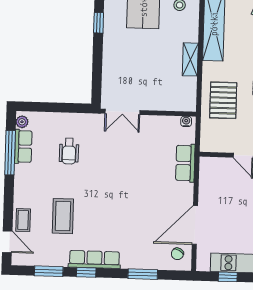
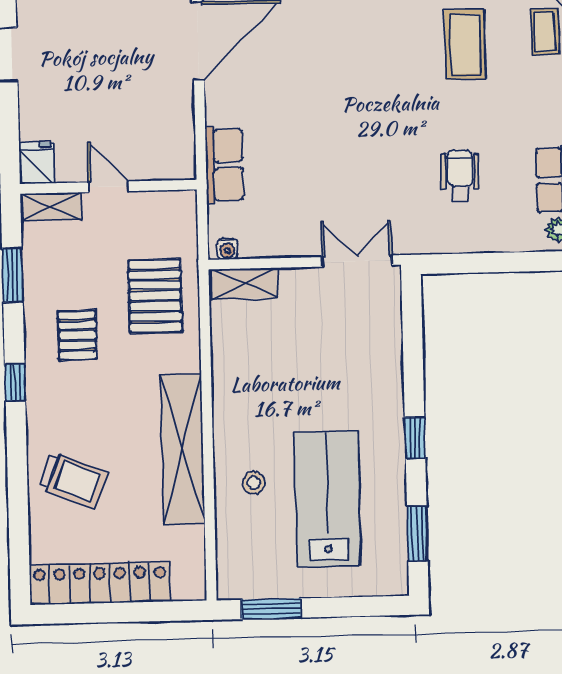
shelving: (190, 59) -> (245, 284), moved, turned 90

